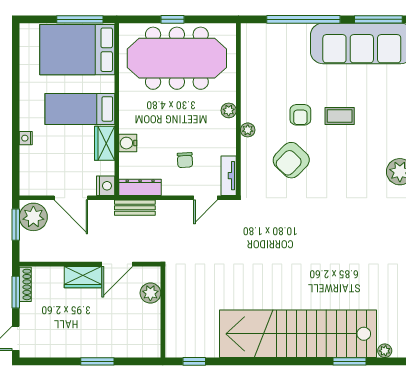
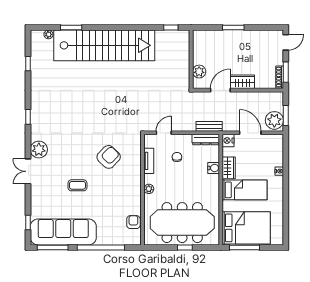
armchair: (300, 115) -> (133, 222), moved
plant: (248, 130) -> (137, 176), removed
tv unit: (229, 176) -> (149, 161), moved

